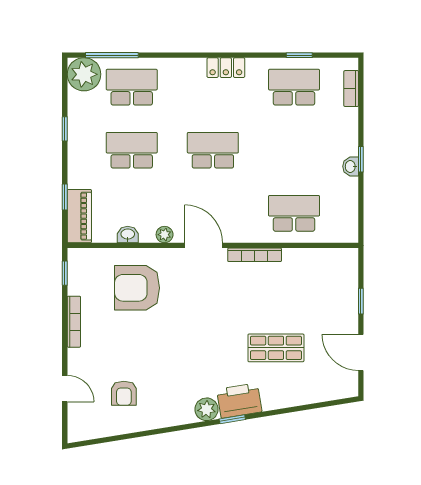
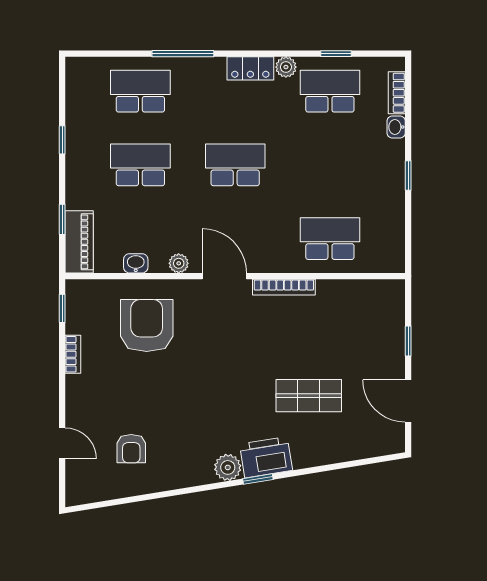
window: (112, 55) -> (183, 54), moved
plant: (84, 74) -> (286, 67), moved, width x0.53, depth x0.53
washbasin: (351, 166) -> (396, 127), moved
armchair: (137, 288) -> (147, 326), turned 90
bookcase: (74, 322) -> (73, 354), width x0.64

